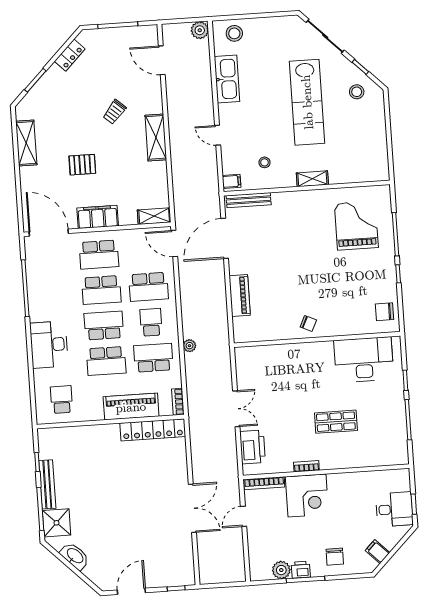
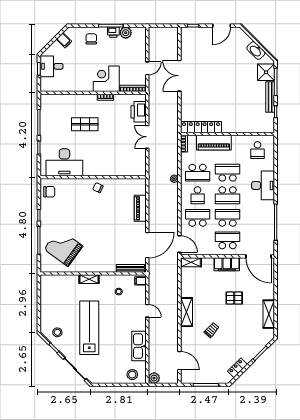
grand piano: (356, 226) -> (63, 248), turned 126

